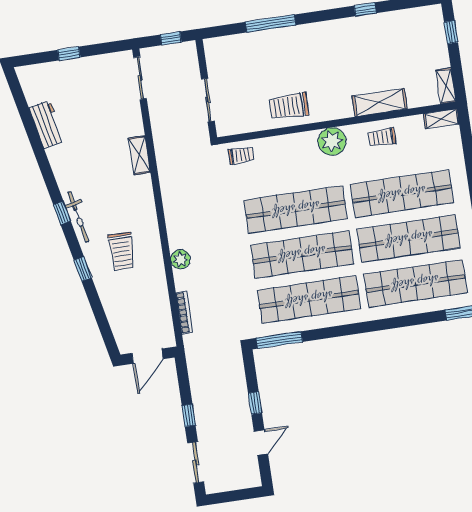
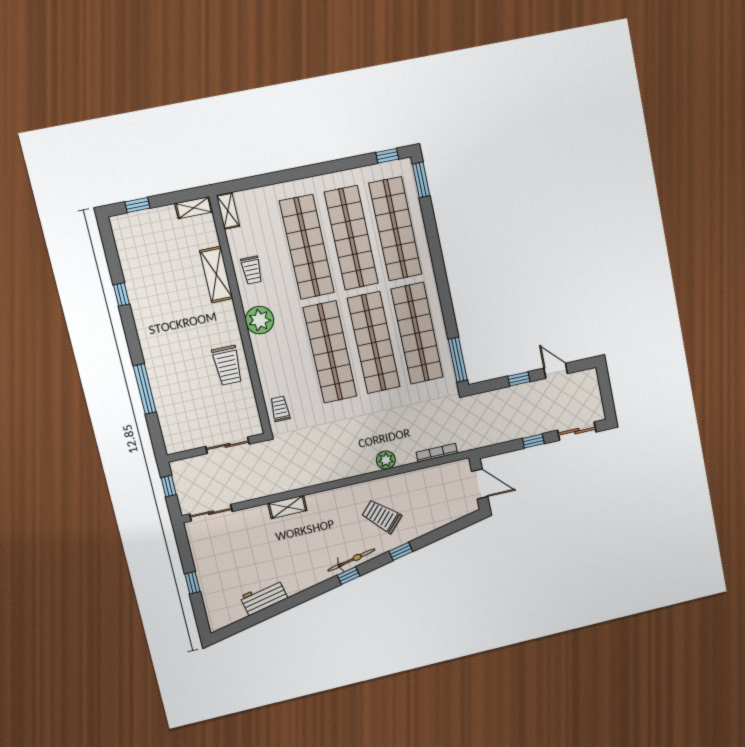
trolley: (122, 251) -> (382, 516), turned -137

